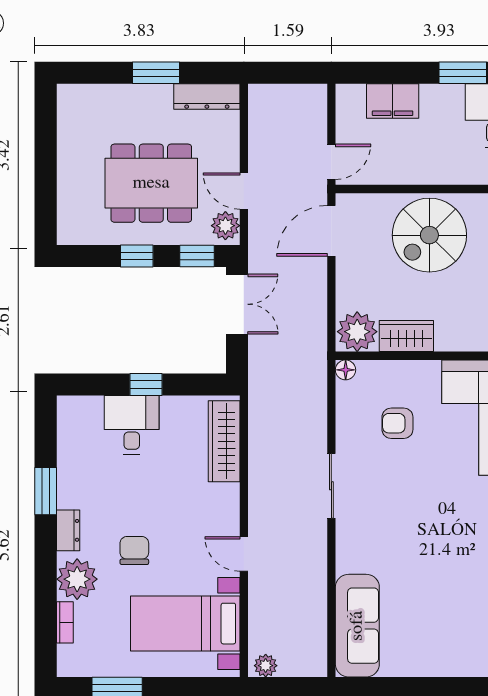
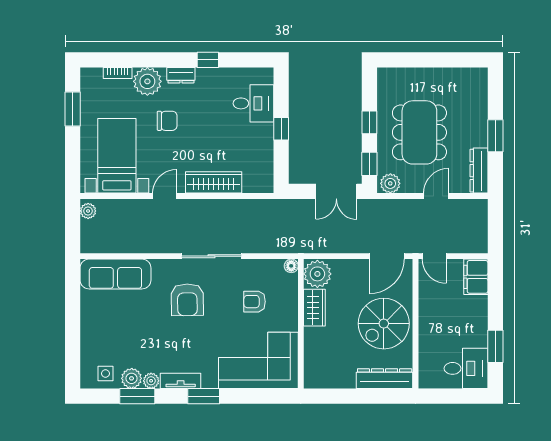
filing cabinet: (393, 101) -> (476, 277), moved
door: (244, 191) -> (436, 196), moved
door: (331, 231) -> (387, 256), swing flipped
spiral stairs: (429, 235) -> (384, 324), turned -90
armchair: (397, 423) -> (254, 302), turned -90
desk: (132, 425) -> (253, 103), moved
wardrobe: (224, 441) -> (214, 182), moved
sliding door: (331, 486) -> (211, 256), width x1.37
window: (46, 491) -> (208, 60), width x0.67
armchair: (395, 521) -> (187, 300), added

